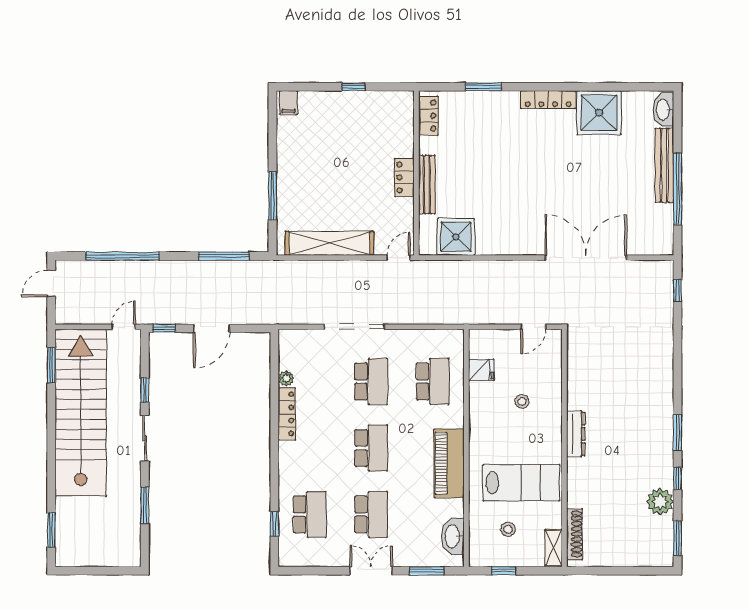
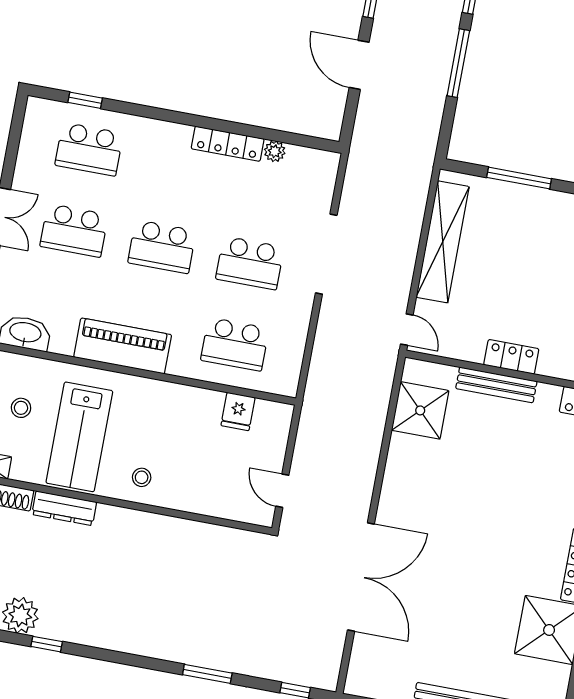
window: (224, 256) -> (458, 63), moved
stool: (522, 402) -> (142, 477), moved
window: (677, 433) -> (207, 674), moved
dresser: (576, 434) -> (64, 508), moved

